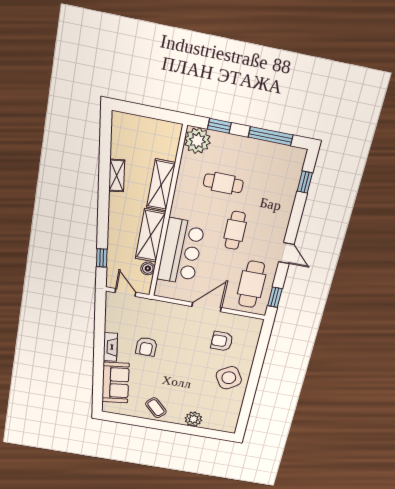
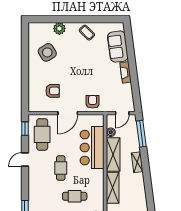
shelving: (117, 176) -> (137, 162), moved
door: (286, 253) -> (25, 159), hinge flipped
window: (102, 258) -> (141, 134), width x2.17
door: (125, 292) -> (122, 113), hinge flipped
armchair: (146, 347) -> (93, 102), moved
side table: (229, 378) -> (47, 52), moved

